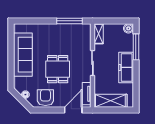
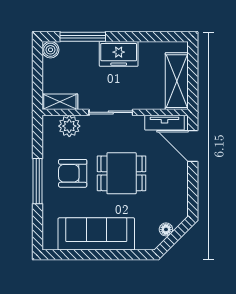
window: (69, 21) -> (38, 181), moved
plant: (85, 39) -> (69, 126), added
freezer: (126, 67) -> (119, 54), width x0.71
armchair: (45, 98) -> (73, 173), moved

